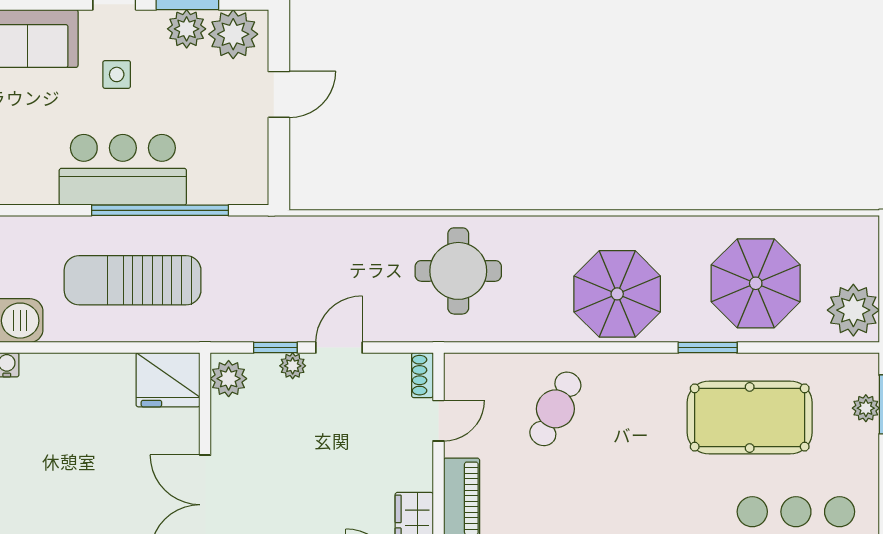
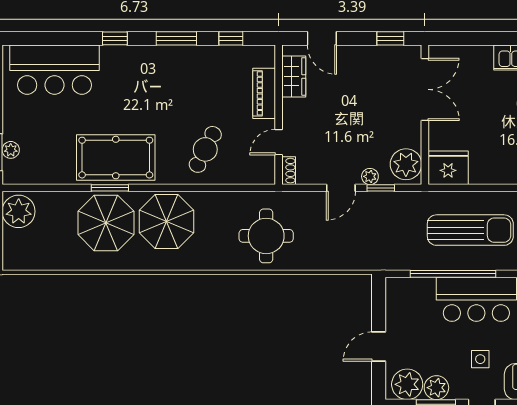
parasol: (756, 283) -> (106, 223), moved
plant: (229, 379) -> (406, 164), width x1.36, depth x1.36
pool table: (750, 418) -> (116, 158), moved

